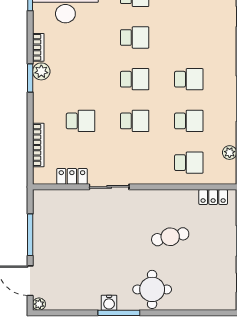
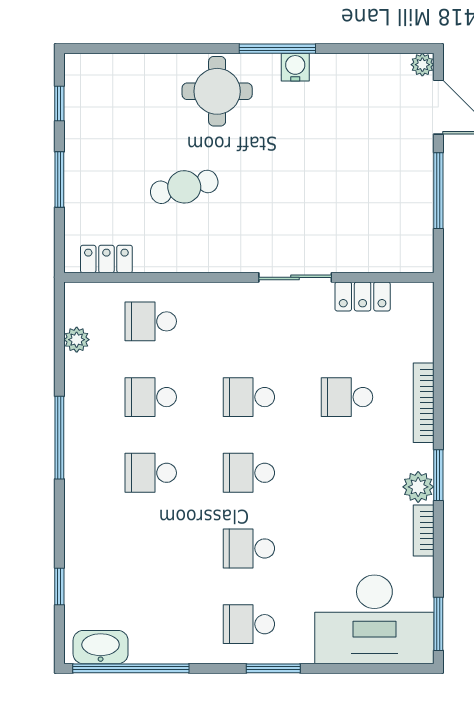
bookcase: (38, 145) -> (424, 403), moved

